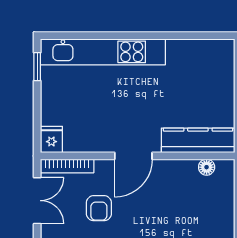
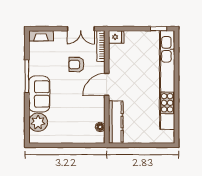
kitchen unit: (103, 52) -> (167, 80), width x1.36
door: (133, 156) -> (107, 85), hinge flipped

